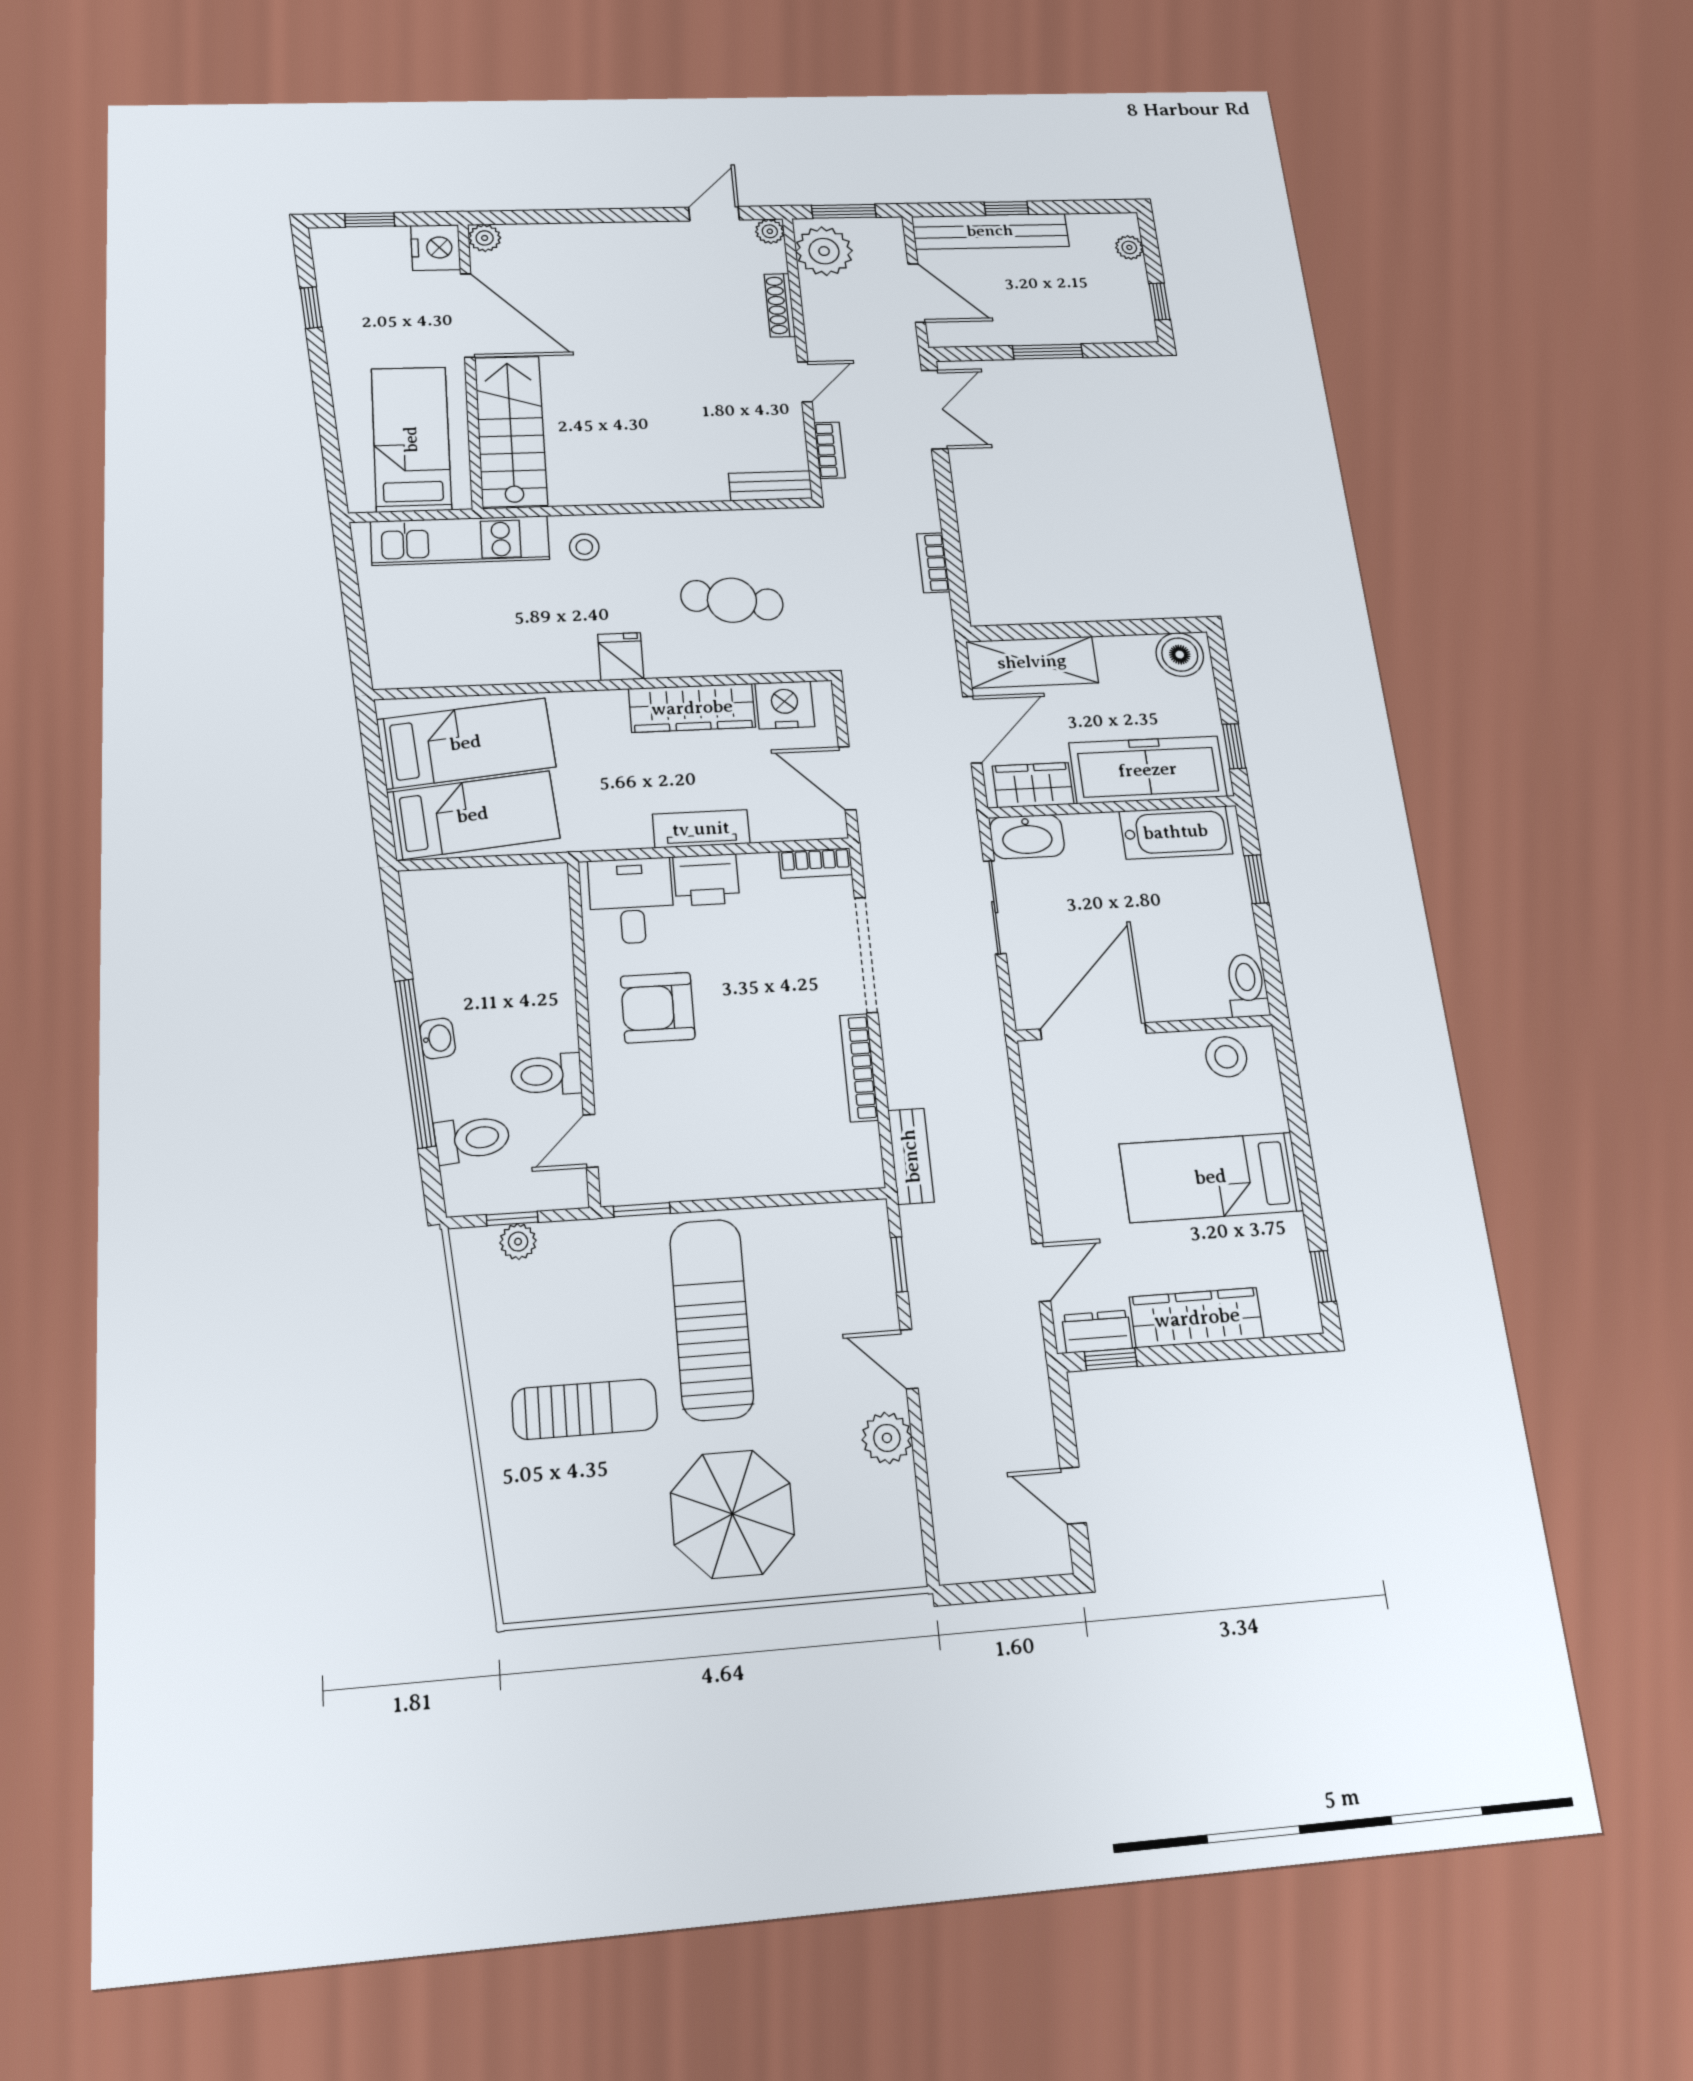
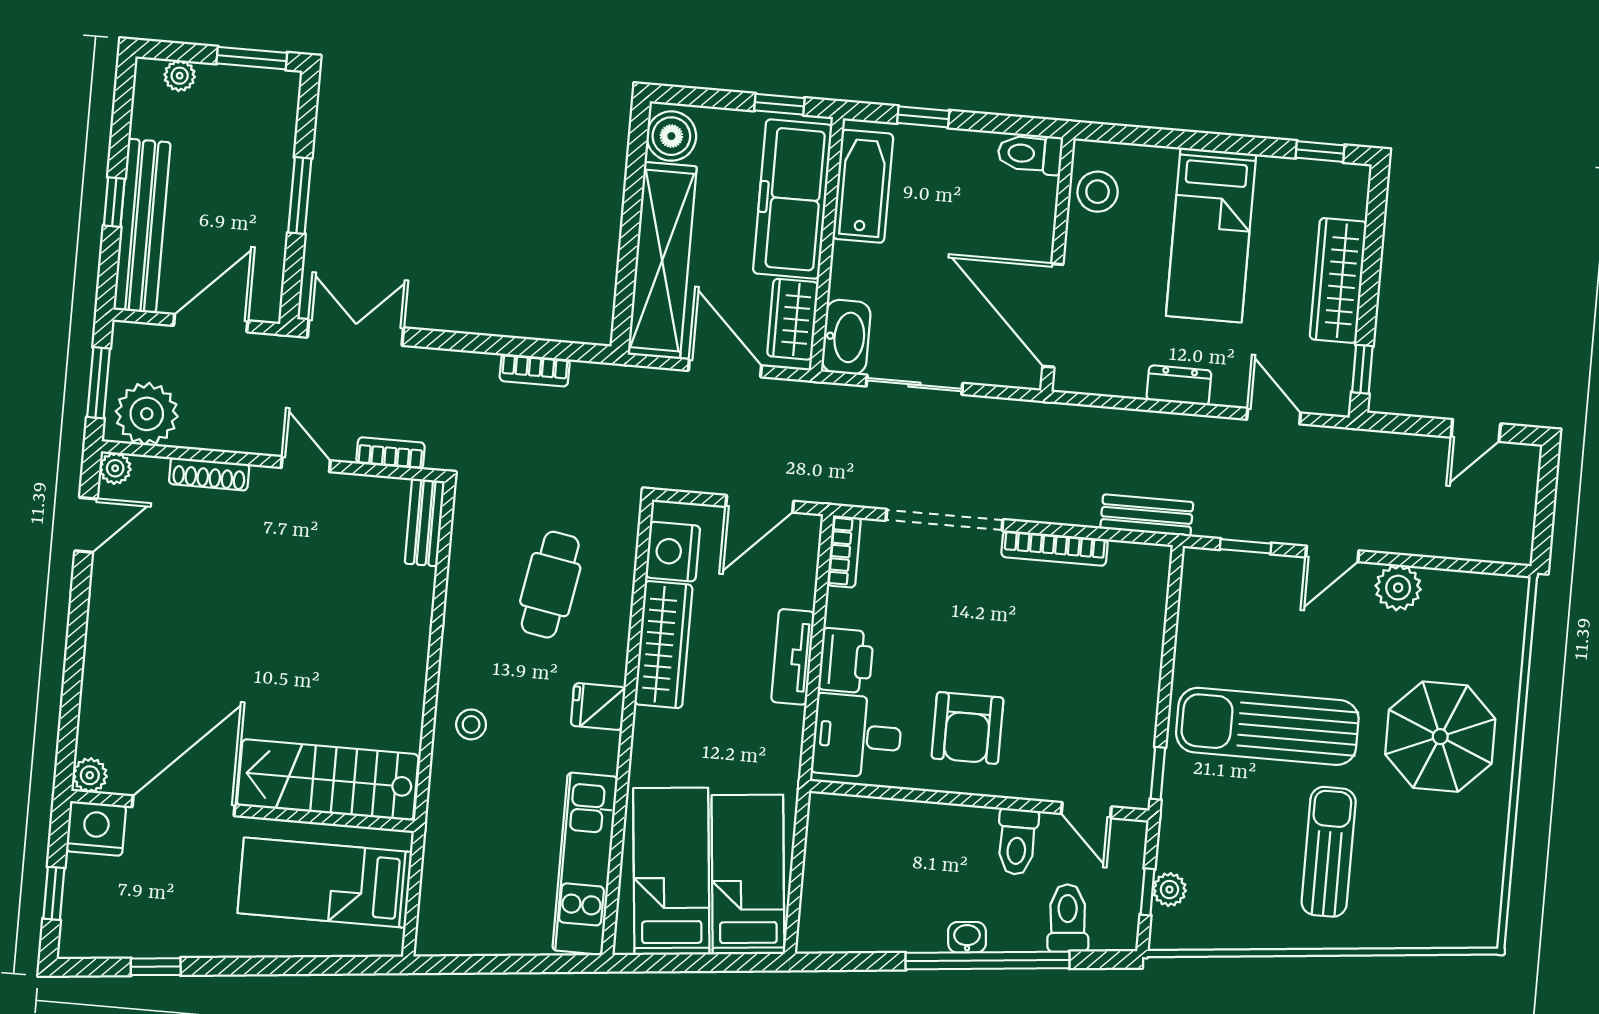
door: (714, 214) -> (86, 525), swing flipped
window: (1159, 301) -> (252, 58), width x1.50
kitchen unit: (460, 540) -> (585, 863), moved, turned 180
shelving: (1032, 662) -> (662, 261), width x1.47
dresser: (1097, 1332) -> (1179, 385), moved, turned 90

